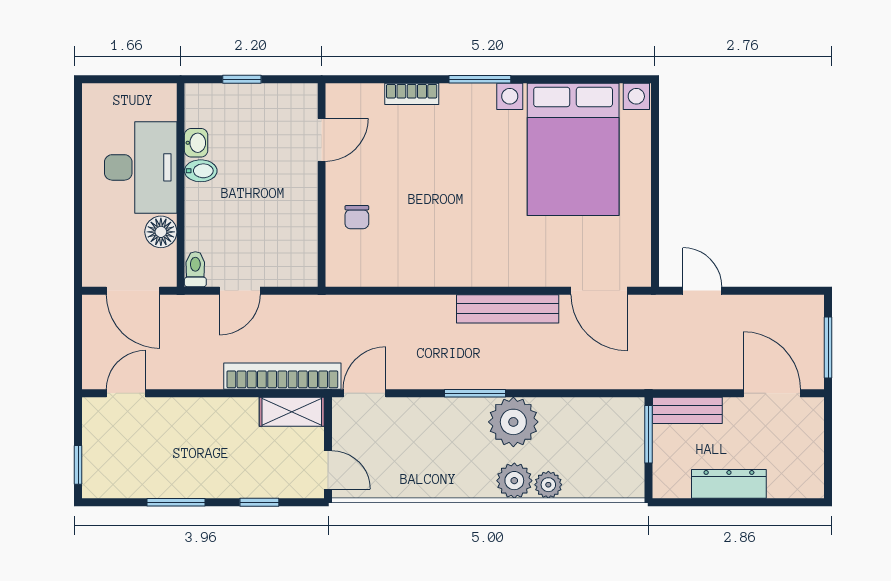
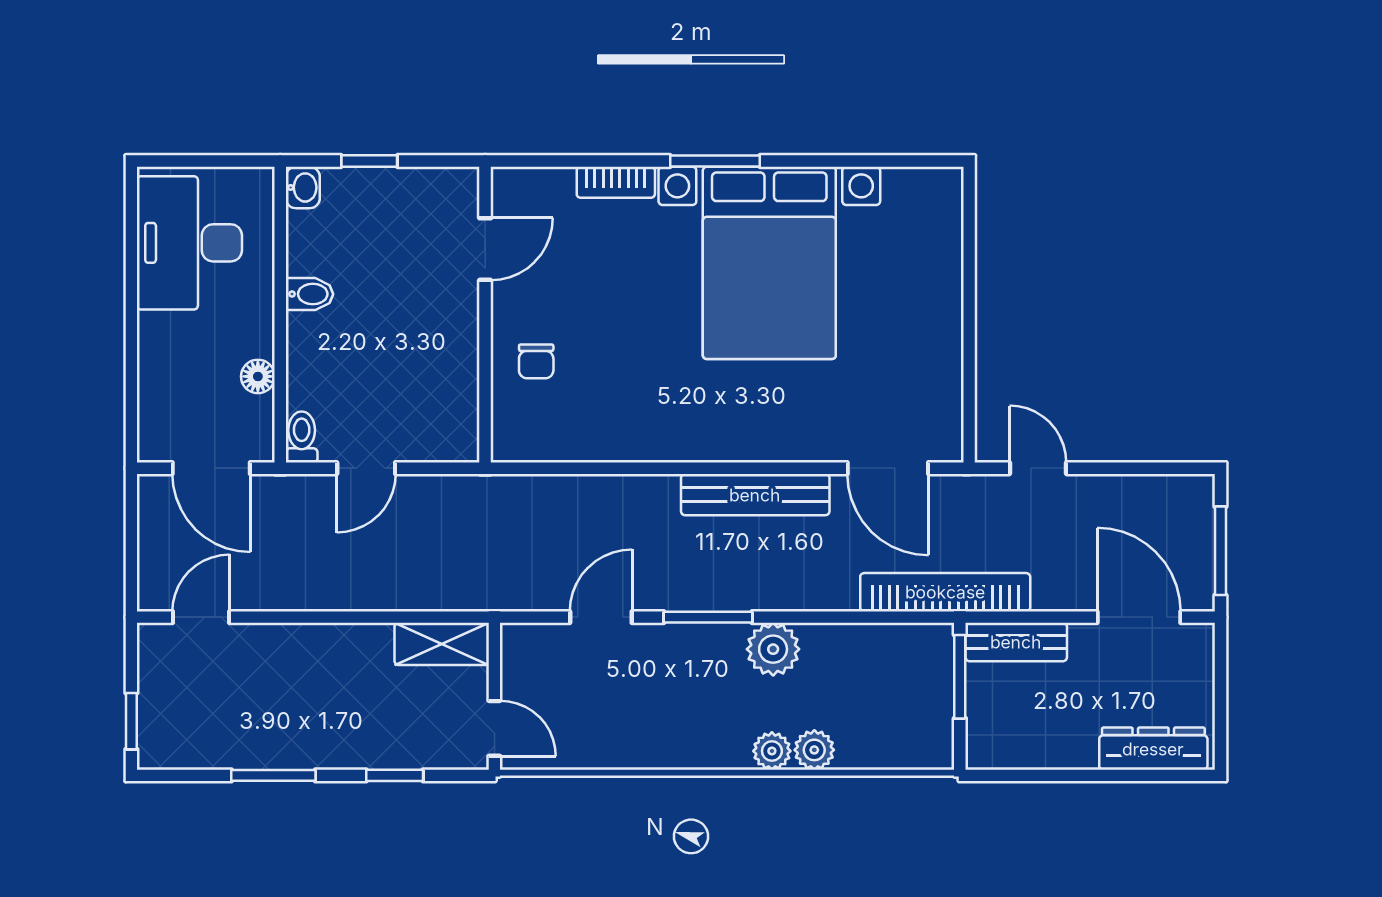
washbasin: (196, 143) -> (303, 187), moved
bed with nightstands: (573, 149) -> (769, 263), moved
desk: (141, 167) -> (189, 243), moved, turned 180
floor lamp: (161, 232) -> (258, 376), width x0.73, depth x0.73
bookcase: (282, 376) -> (945, 592), moved
door: (365, 393) -> (601, 617), moved
plant: (513, 422) -> (773, 649), width x0.73, depth x0.73
plant: (514, 481) -> (772, 751), width x0.73, depth x0.73
dresser: (729, 484) -> (1153, 749), moved

